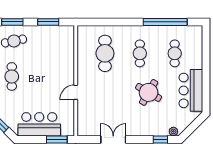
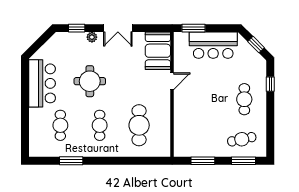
window: (165, 22) -> (71, 161), width x0.47
round table: (149, 92) -> (90, 81), turned -30
booth: (88, 119) -> (158, 51), added
plant: (173, 131) -> (92, 37), moved
double door: (113, 139) -> (118, 28), moved

